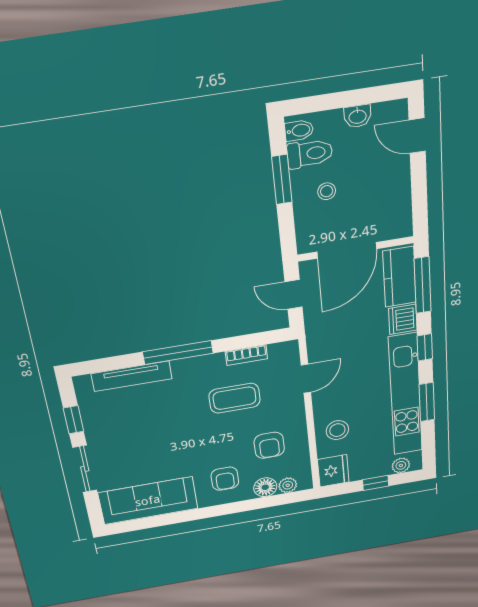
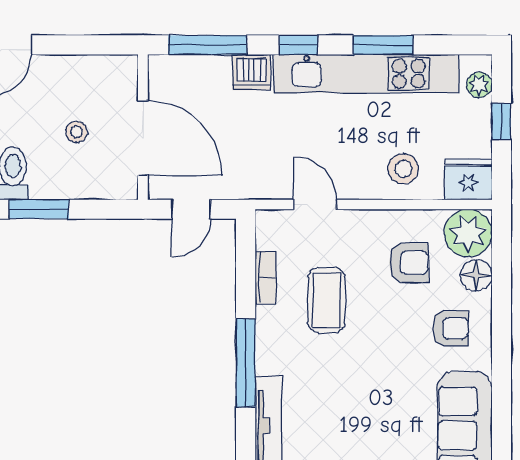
stool: (327, 191) -> (77, 132), moved
kitchen counter: (399, 277) -> (191, 74), removed
plant: (288, 485) -> (468, 233), width x1.87, depth x1.87

